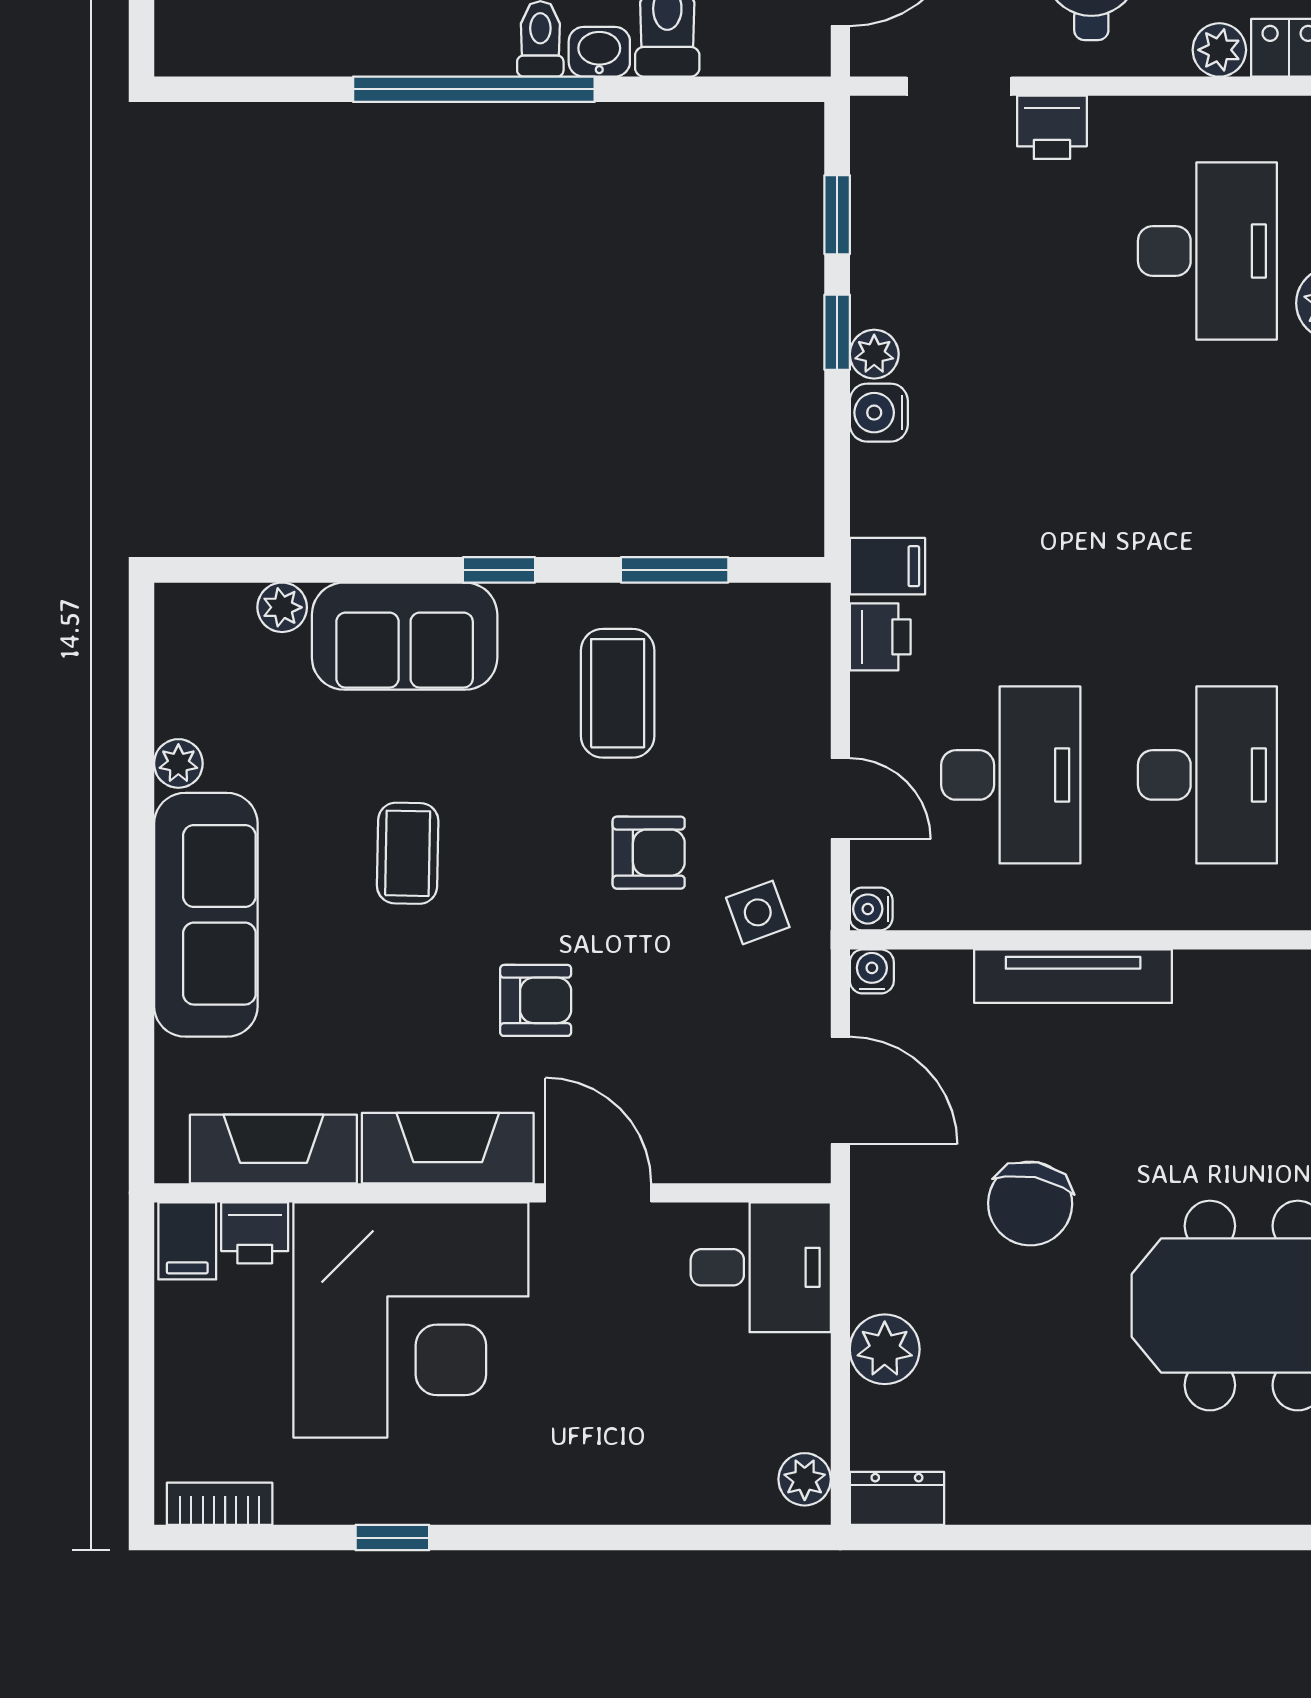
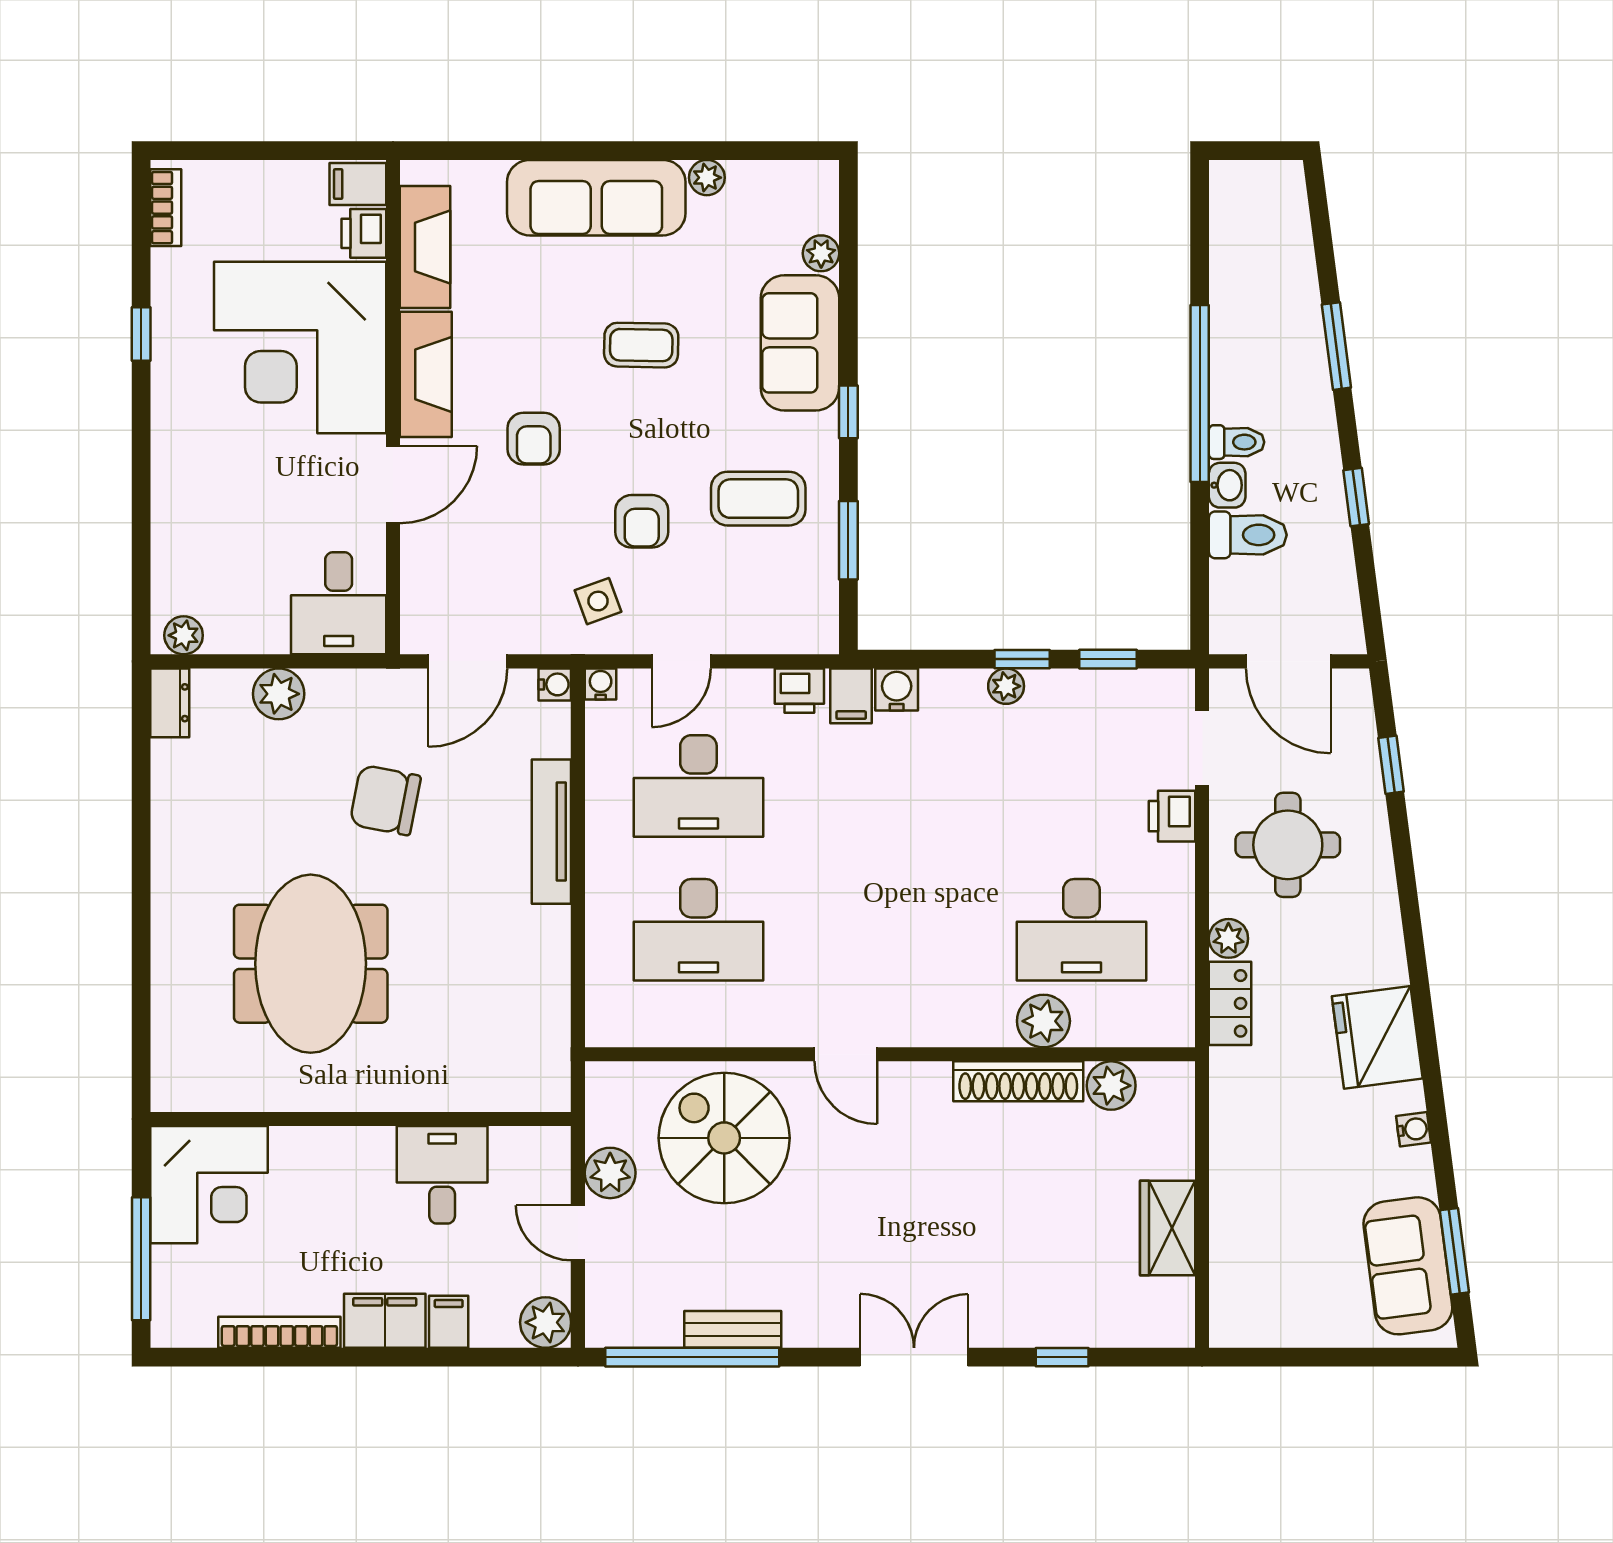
water cooler: (879, 413) -> (897, 689), moved

